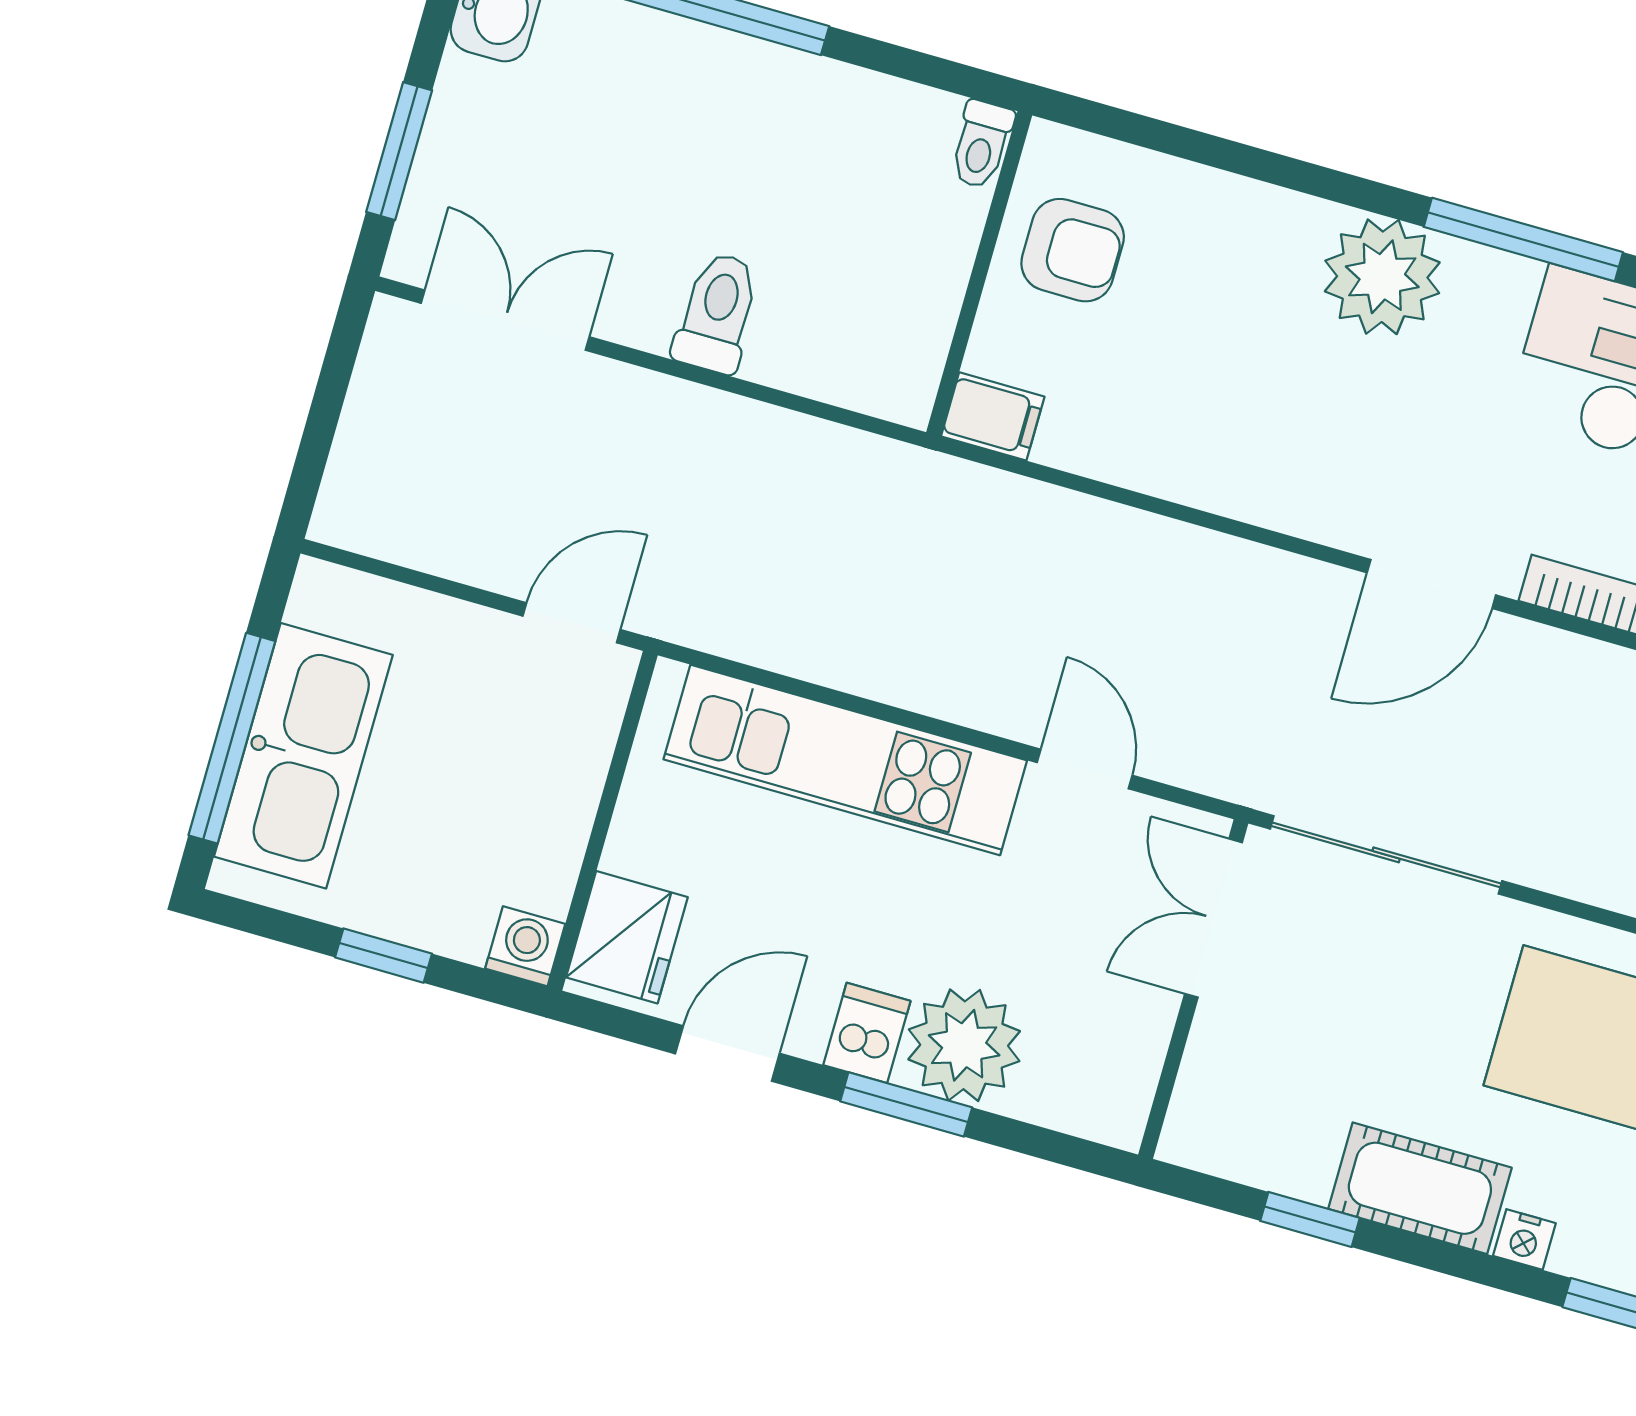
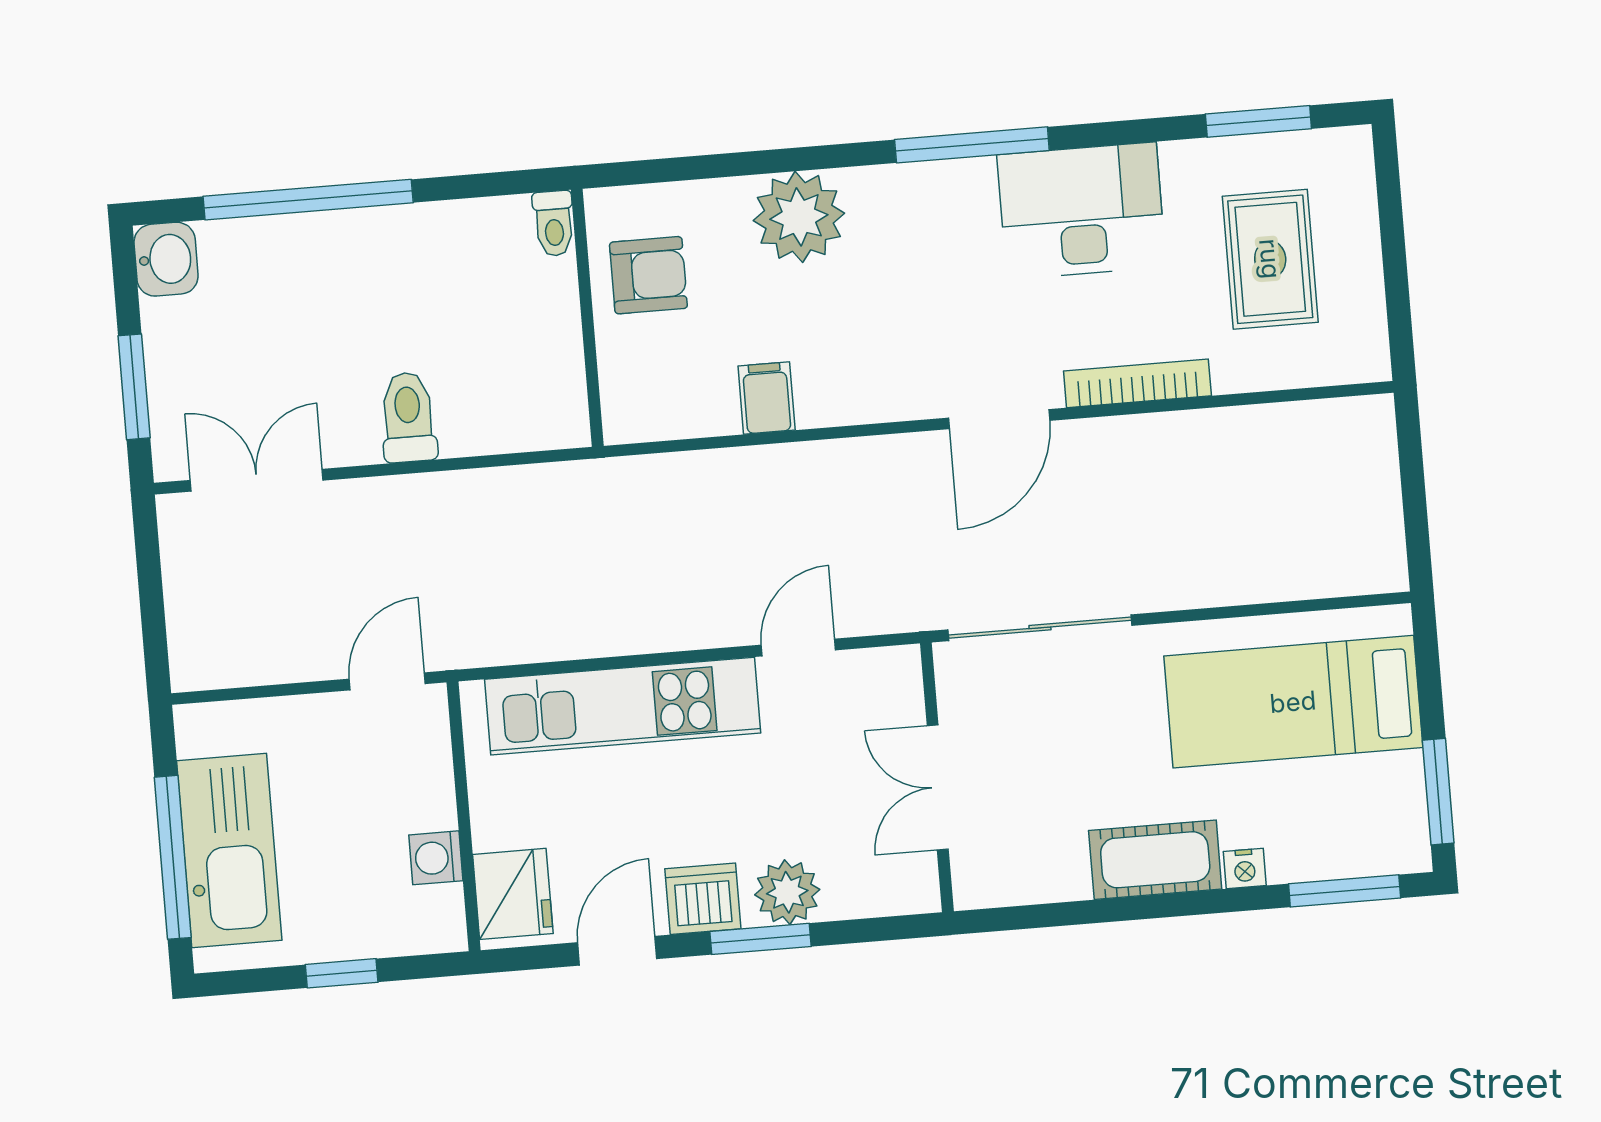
plant: (1382, 277) -> (799, 217), moved
filing cabinet: (993, 416) -> (767, 398), moved, turned -90
door: (1085, 769) -> (798, 648), hinge flipped
double door: (1213, 918) -> (938, 787), moved
washing machine: (525, 946) -> (436, 858), moved, turned -90
dishwasher: (867, 1033) -> (703, 899), width x1.38
plant: (964, 1045) -> (787, 892), width x0.73, depth x0.73
window: (1310, 1219) -> (1084, 912), removed

